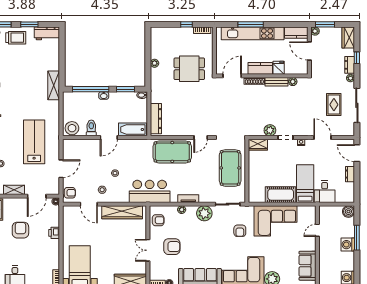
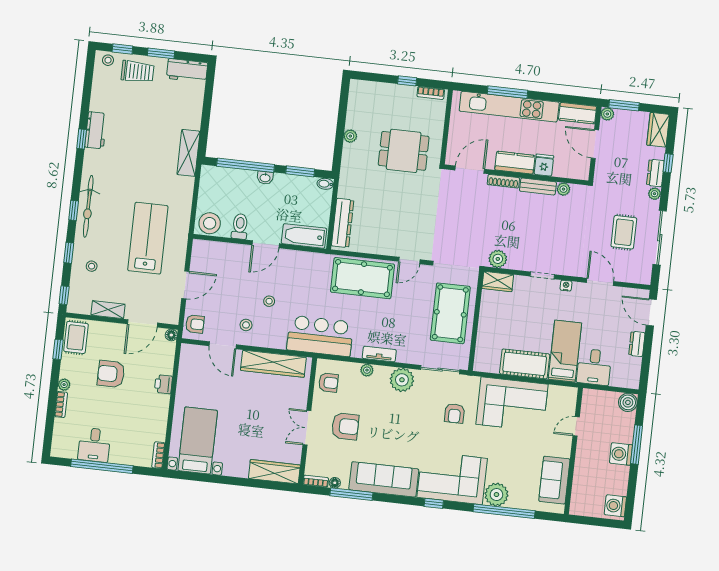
plant: (270, 130) -> (498, 259), moved
armchair: (20, 230) -> (111, 374), turned -90

